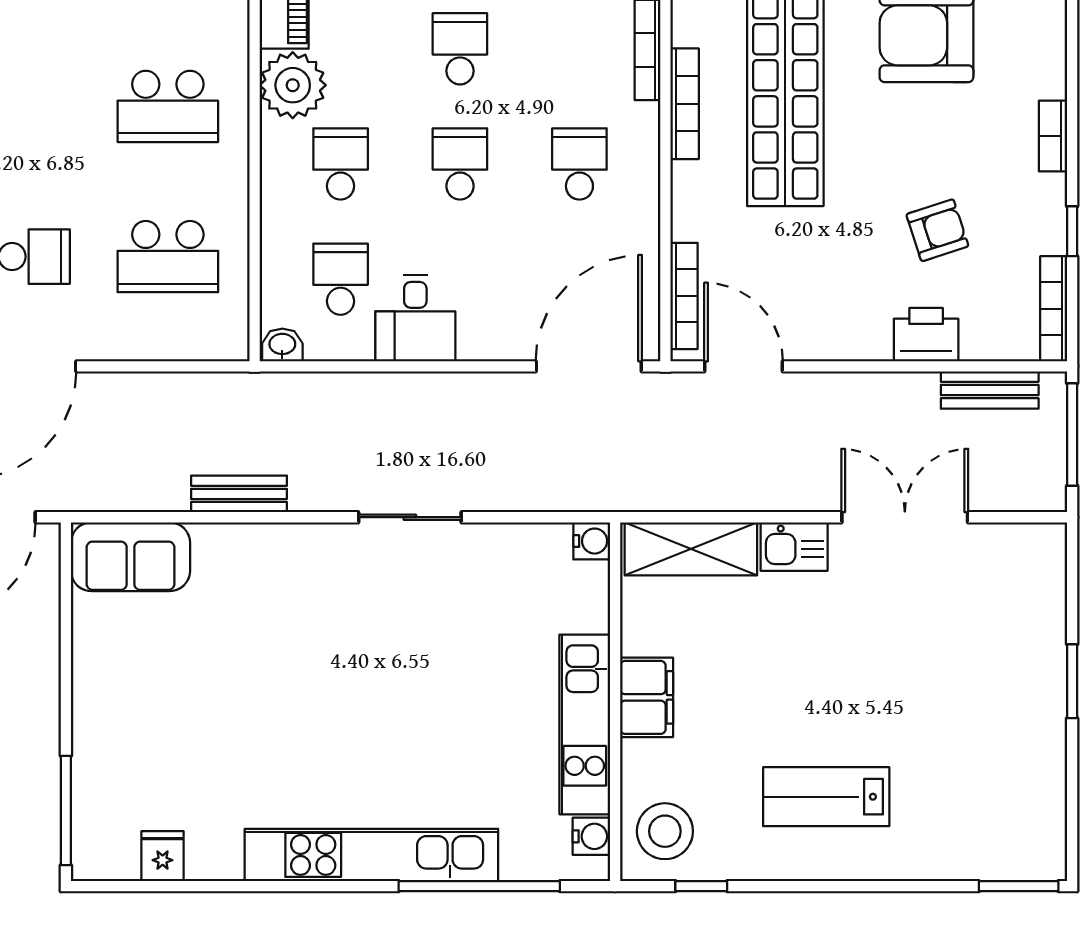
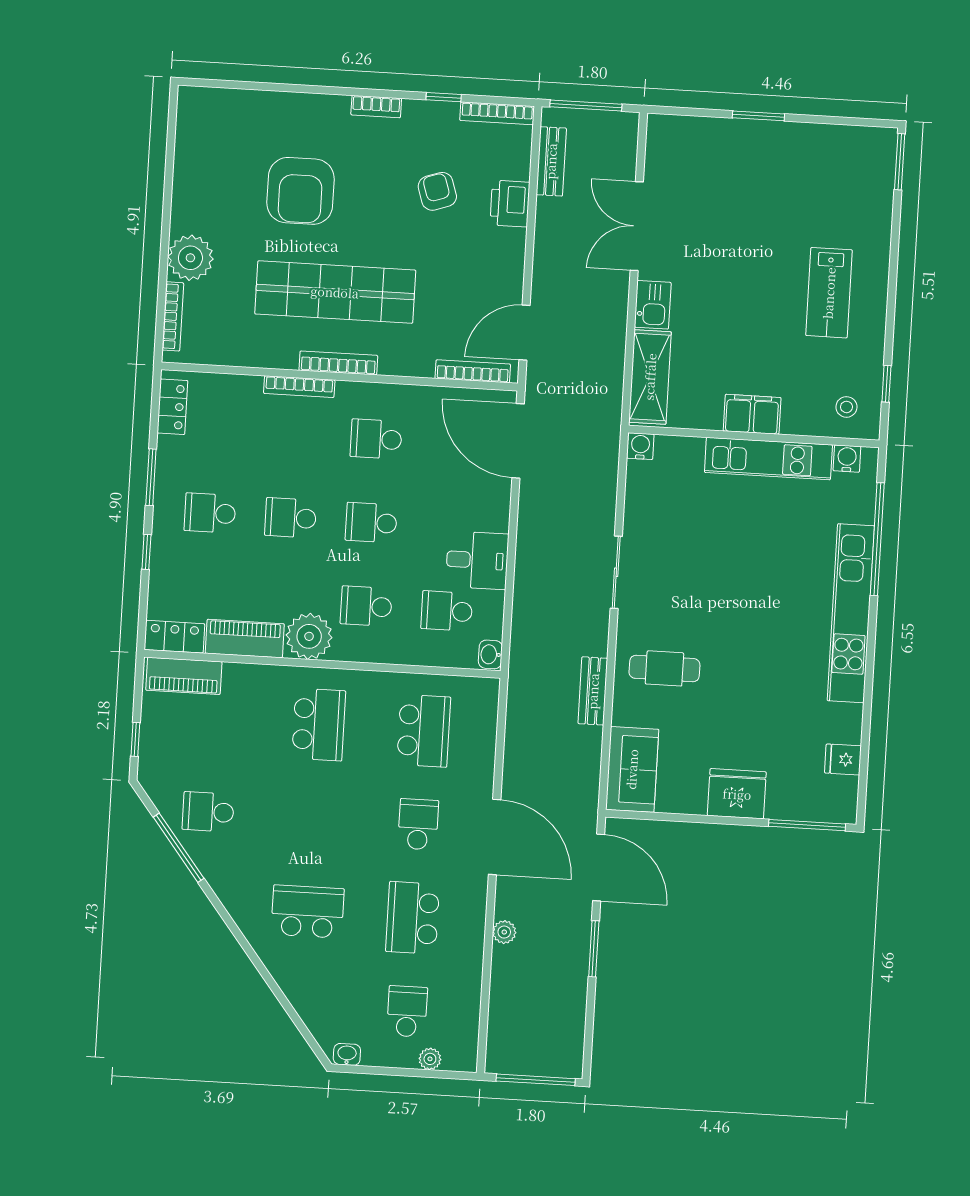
cafe table: (277, 594) -> (664, 668), added
fridge: (105, 708) -> (737, 794), added
stool: (665, 831) -> (846, 407), width x0.53, depth x0.53

